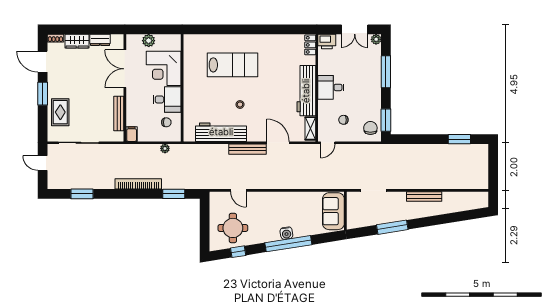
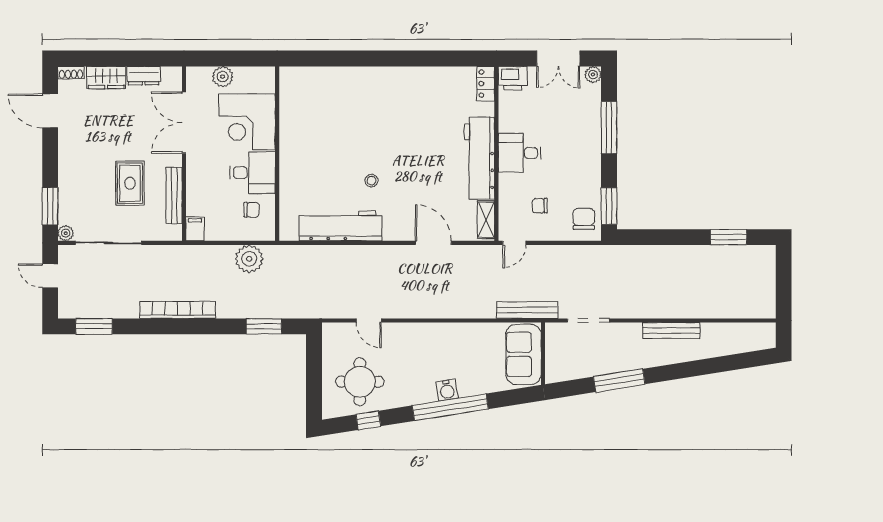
lab bench: (232, 65) -> (359, 116), removed
window: (43, 94) -> (50, 206), moved
rug: (60, 112) -> (130, 183), moved
plant: (52, 137) -> (66, 233), added
plant: (165, 148) -> (249, 259), width x1.88, depth x1.88
bench: (247, 149) -> (527, 310), moved
bookcase: (138, 184) -> (178, 310), moved
window: (82, 194) -> (94, 326), moved

